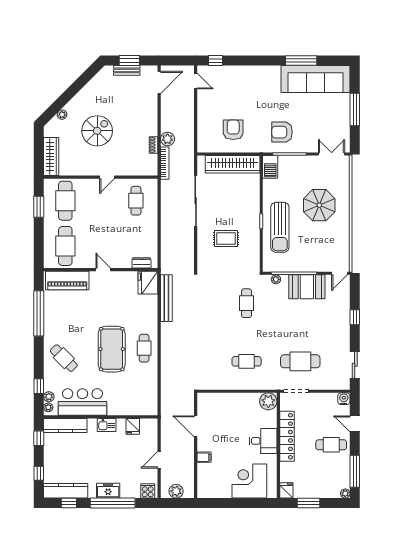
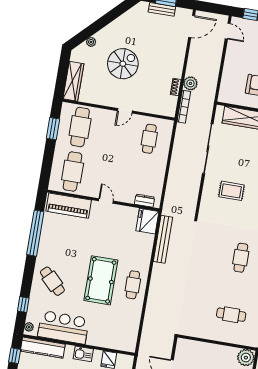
plant: (49, 397) -> (31, 317), removed

